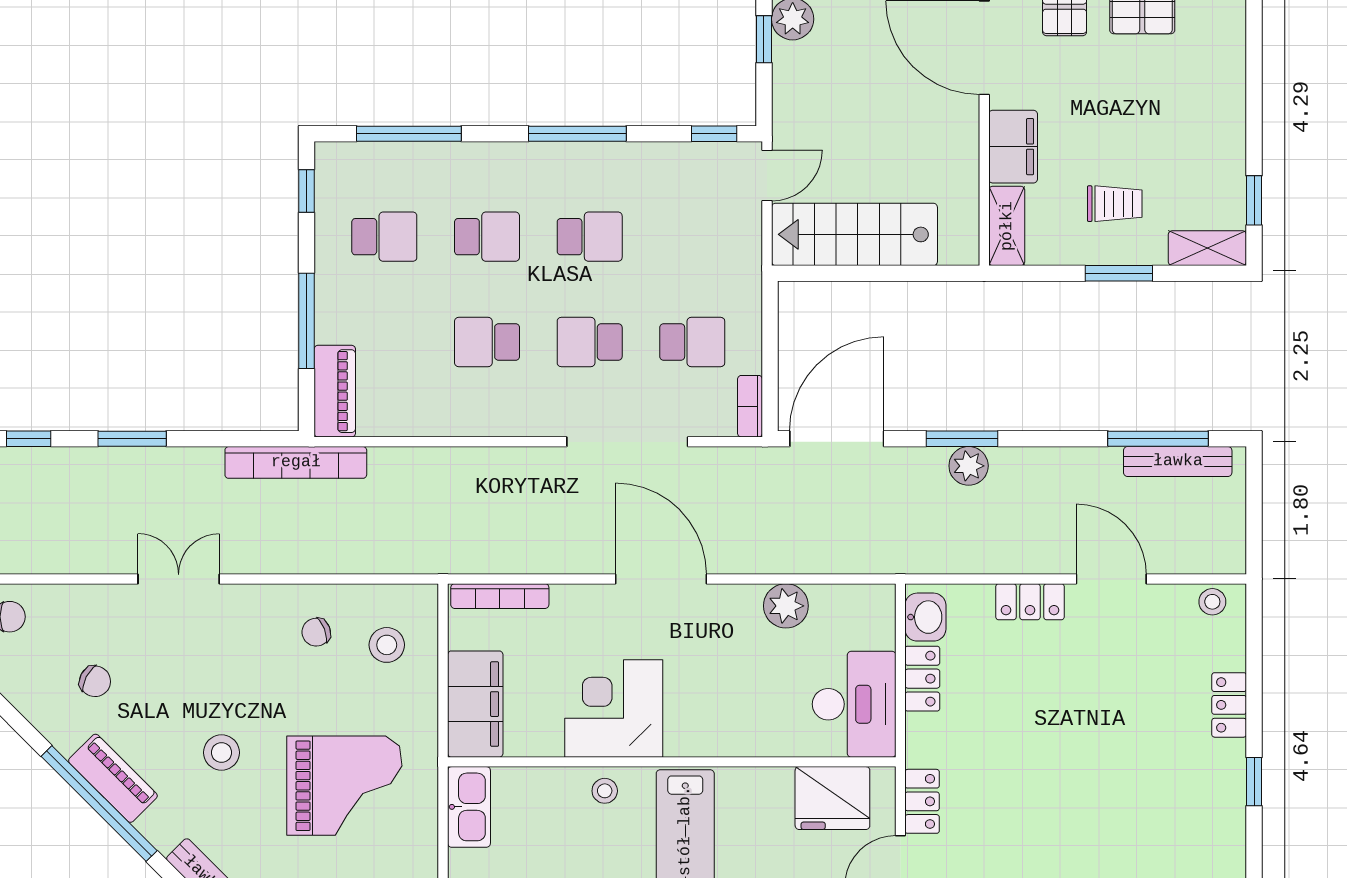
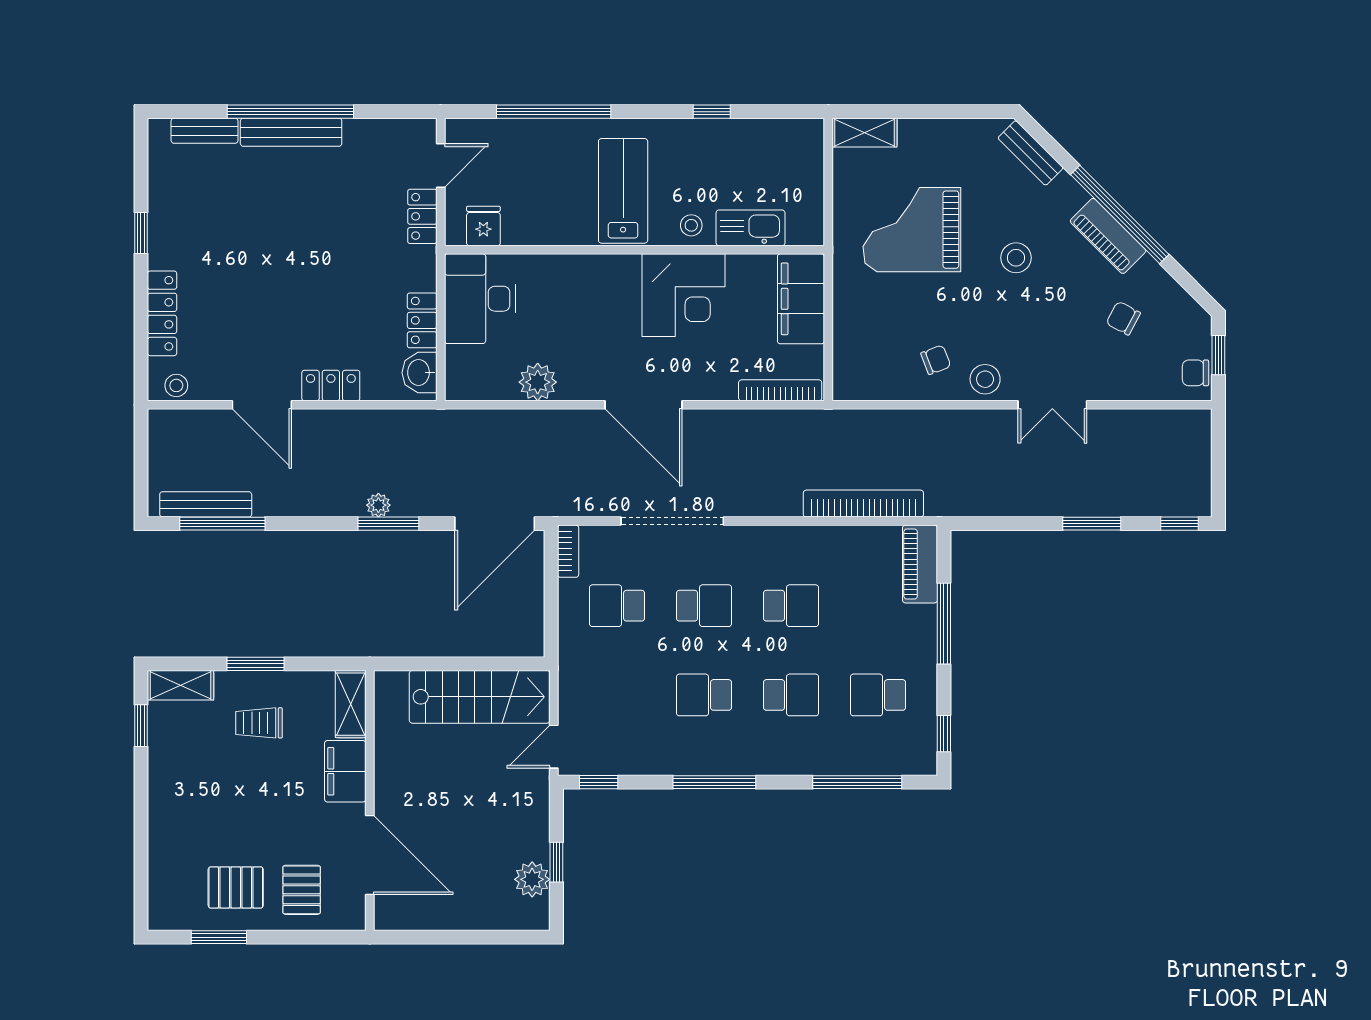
school desk: (487, 237) -> (791, 695), turned 180
bookcase: (296, 462) -> (863, 504), moved
plant: (969, 466) -> (378, 505), width x0.73, depth x0.73
stool: (387, 645) -> (985, 379), moved
locker: (1229, 705) -> (162, 313), width x1.53
fridge: (832, 798) -> (483, 226), width x0.53, depth x0.75
kitchen sink: (469, 807) -> (751, 228), moved, turned 90

